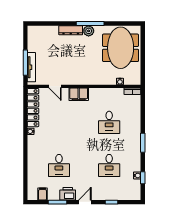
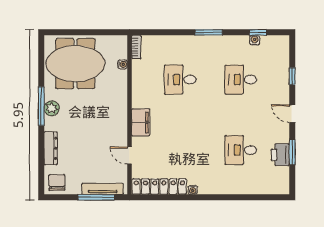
dresser: (71, 30) -> (51, 148), moved
chair: (36, 35) -> (57, 182), added
door: (55, 86) -> (129, 155), swing flipped
desk: (109, 122) -> (180, 80), turned 180
desk: (59, 166) -> (241, 150), turned 180
desk: (109, 166) -> (241, 80), turned 180
filing cabinet: (42, 194) -> (281, 173), removed
printer: (68, 194) -> (280, 155), moved

